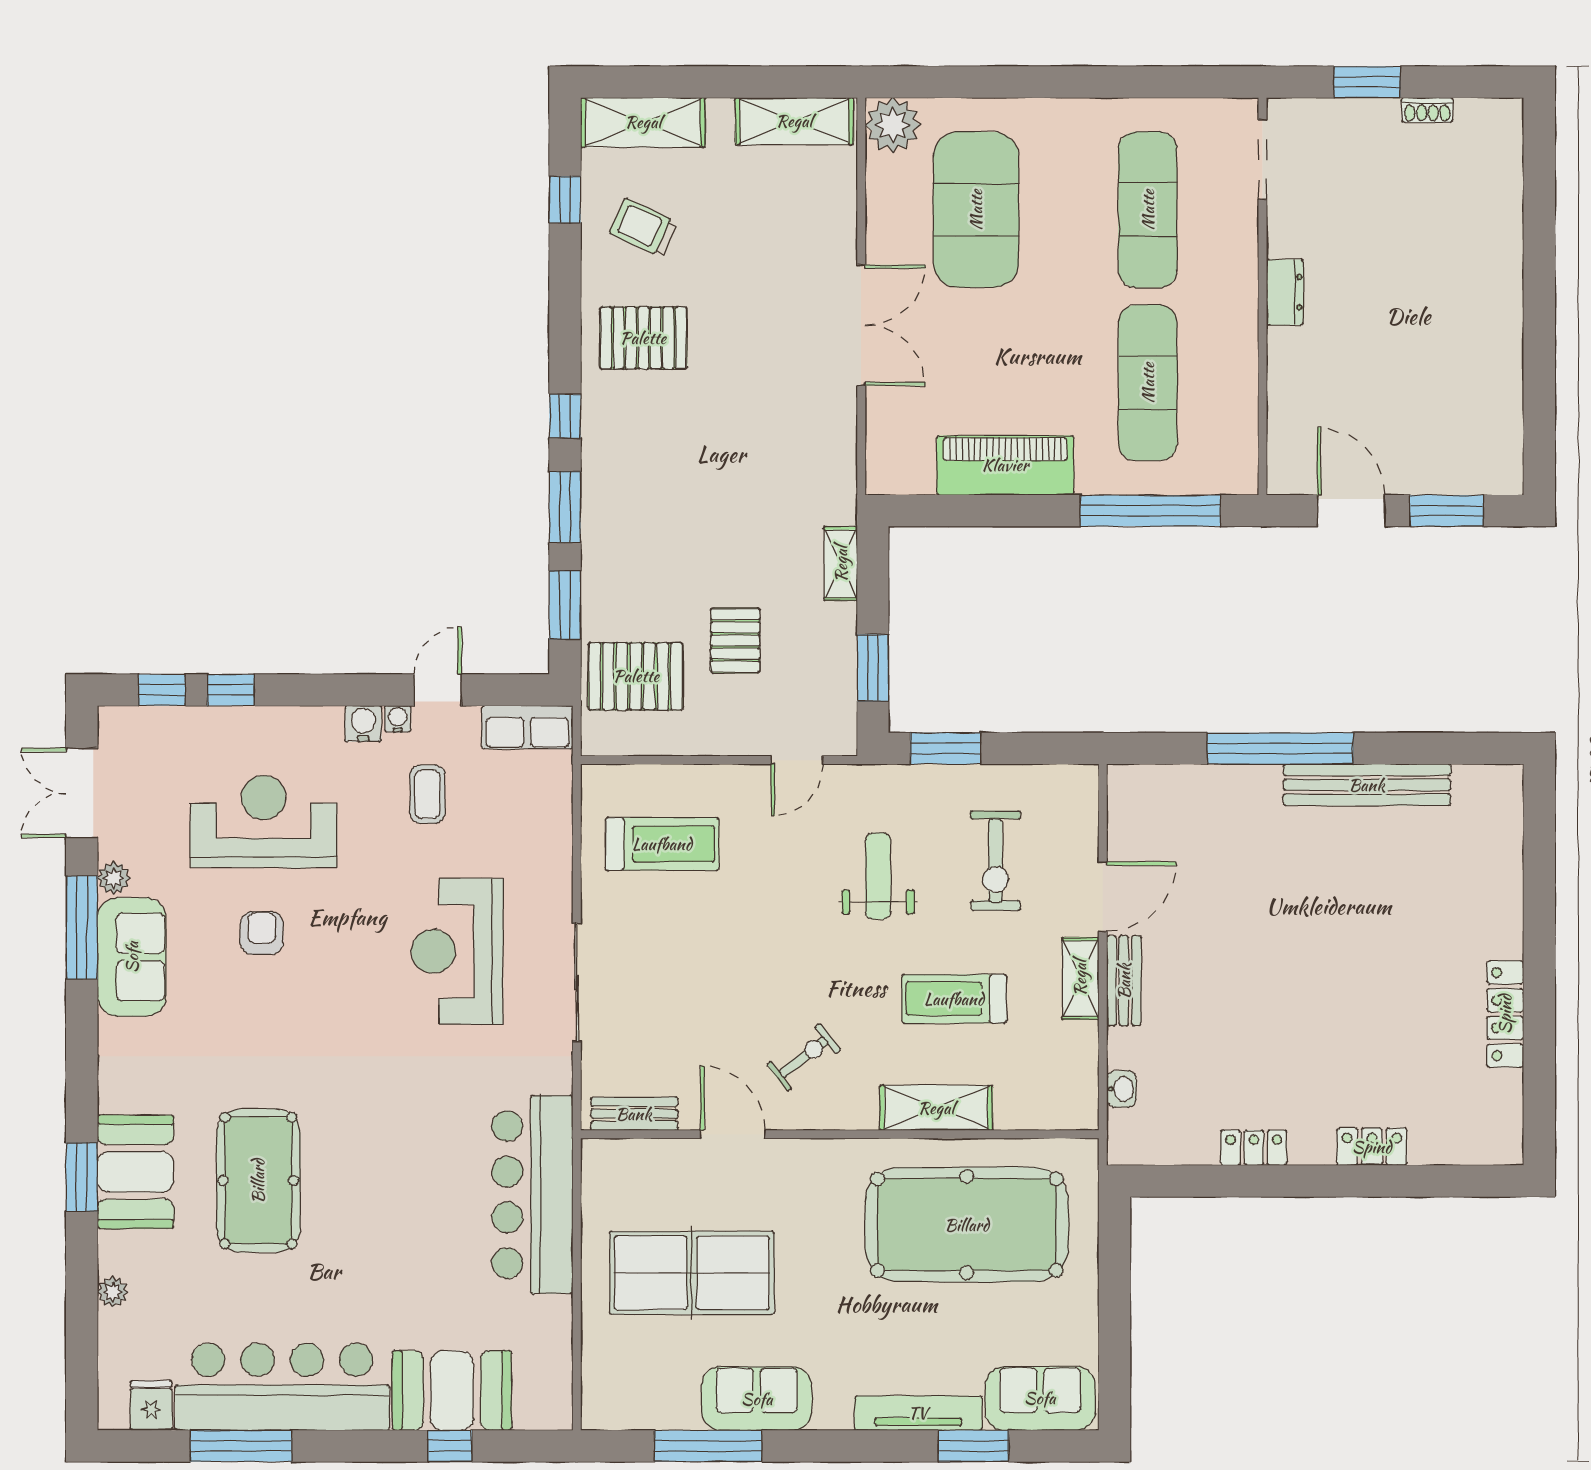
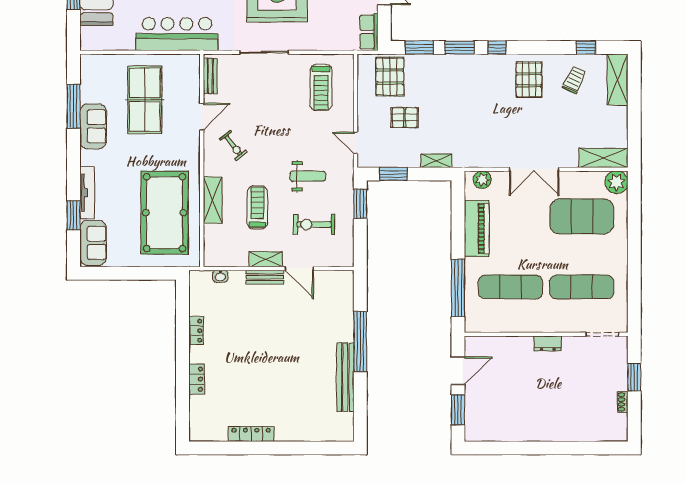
shelving: (794, 121) -> (603, 158), moved, turned 90
plant: (887, 452) -> (482, 180), added

